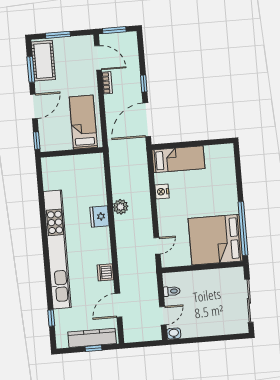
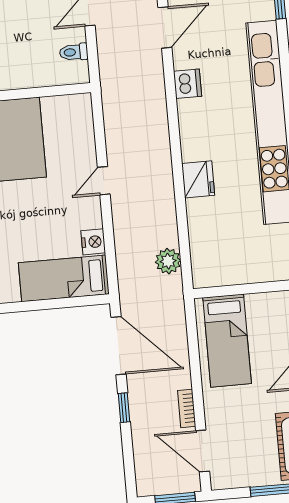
door: (147, 120) -> (118, 346), hinge flipped
nightstand: (162, 192) -> (93, 242), moved
plant: (121, 207) -> (168, 261), moved
door: (157, 246) -> (104, 181), moved

